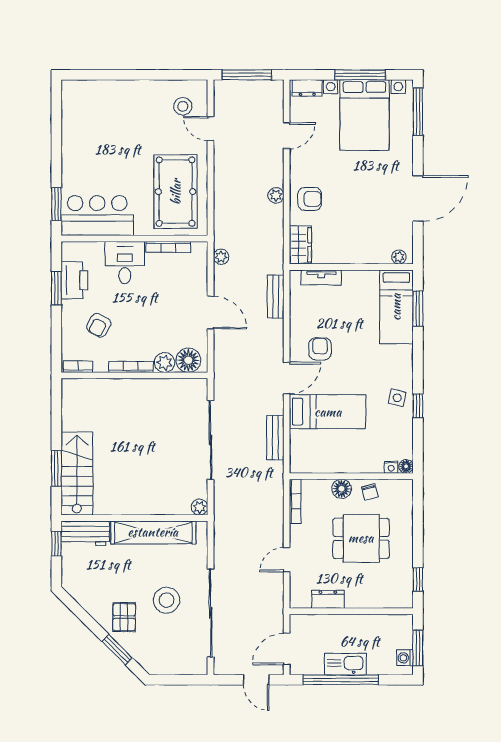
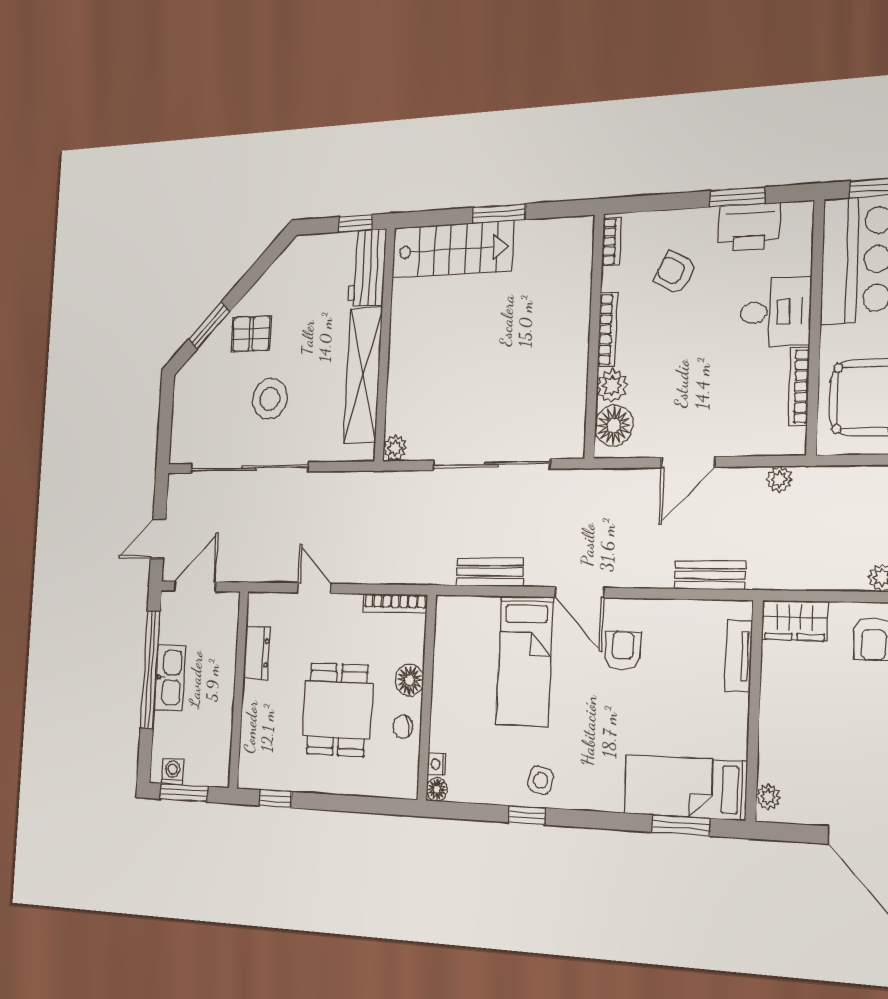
armchair: (320, 349) -> (623, 651), turned -90
window: (56, 468) -> (499, 214), moved
door: (287, 649) -> (195, 586), hinge flipped

